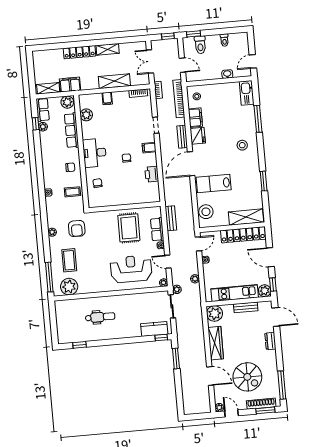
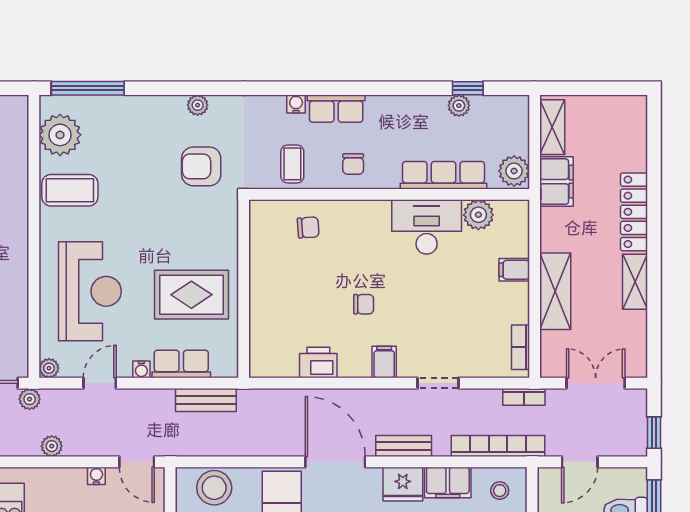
row of seats: (43, 110) -> (336, 109), moved
desk: (95, 153) -> (427, 227), moved
coffee table: (69, 260) -> (70, 190), moved

